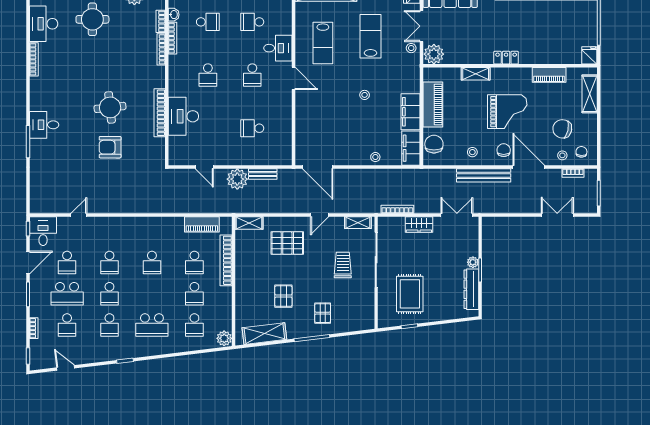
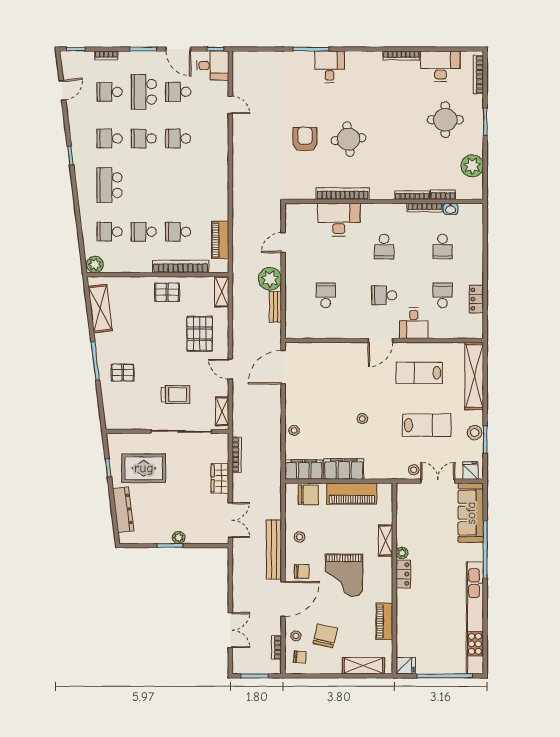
plant: (434, 54) -> (402, 553), moved, width x0.53, depth x0.53
school desk: (208, 75) -> (384, 247), turned -90
school desk: (152, 263) -> (178, 185), removed
dresser: (471, 289) -> (123, 510), moved, turned 83
pallet: (283, 296) -> (167, 292), moved

